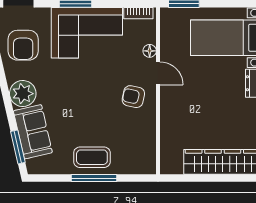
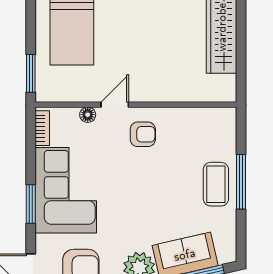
armchair: (133, 97) -> (143, 134), turned -102

